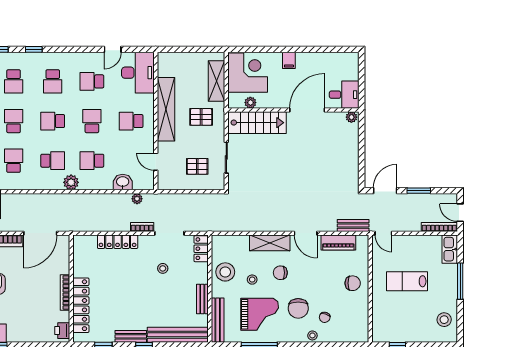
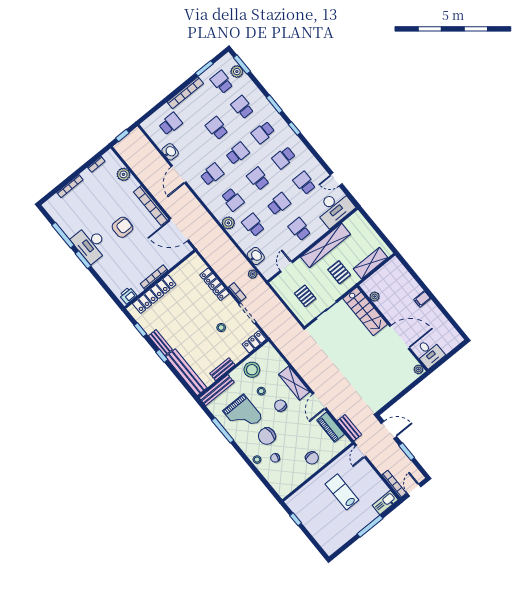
corner desk: (248, 73) -> (392, 279), removed
stool: (444, 320) -> (337, 536), removed

